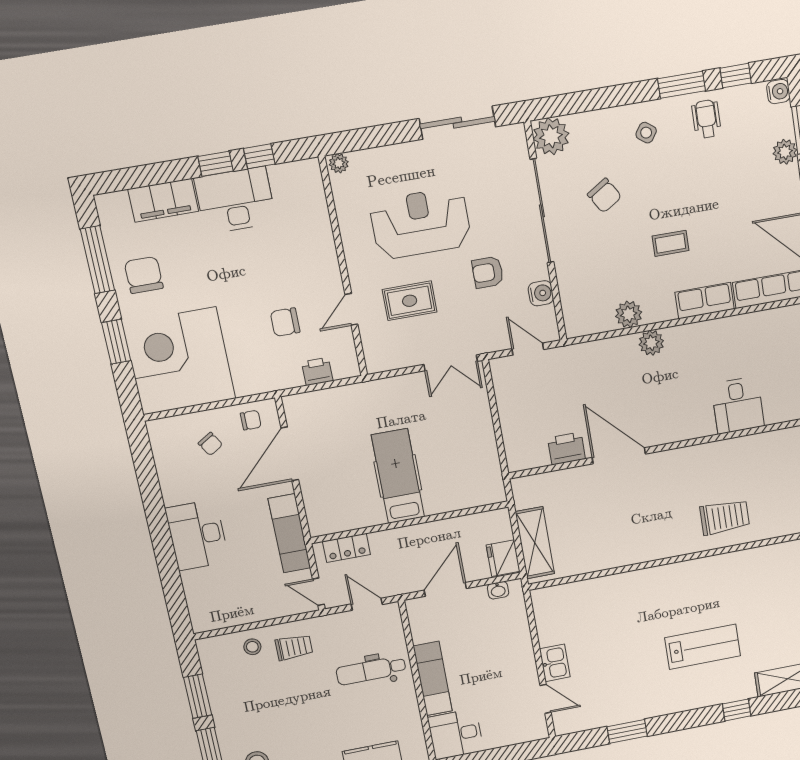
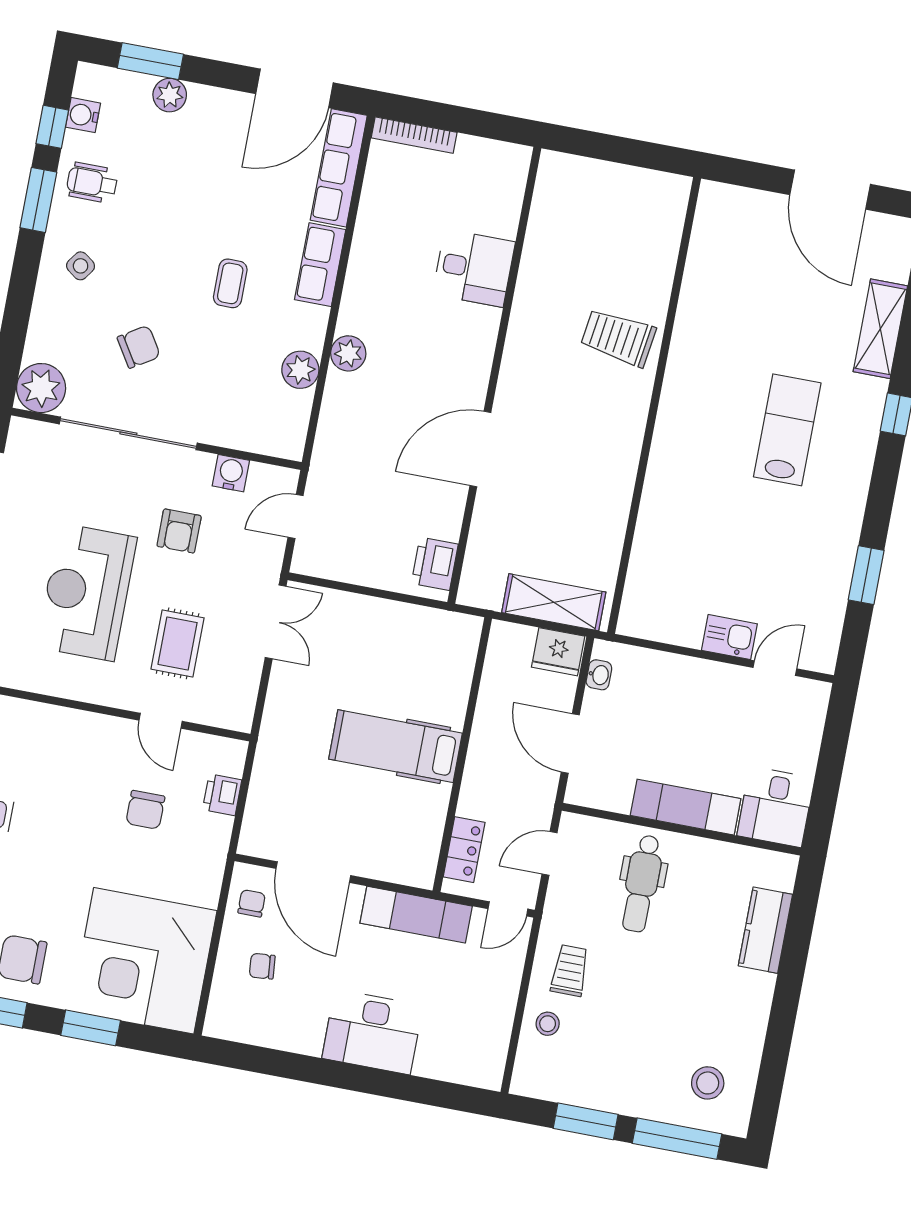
water cooler: (778, 92) -> (83, 115), moved, turned -90
chair: (210, 444) -> (262, 966), turned -153
printer: (566, 448) -> (435, 564), moved
trolley: (725, 517) -> (618, 338), turned -82

